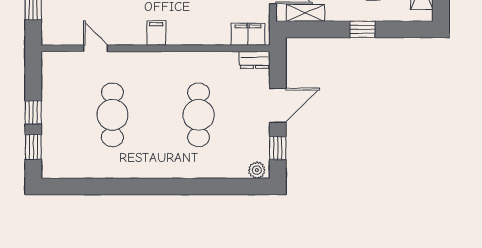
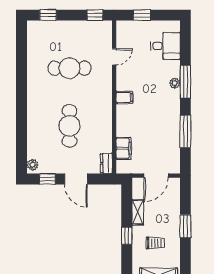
shelving: (305, 13) -> (138, 212), moved
filing cabinet: (248, 34) -> (124, 148), moved
window: (33, 112) -> (95, 15), moved
cafe table: (199, 115) -> (69, 126), turned 90

